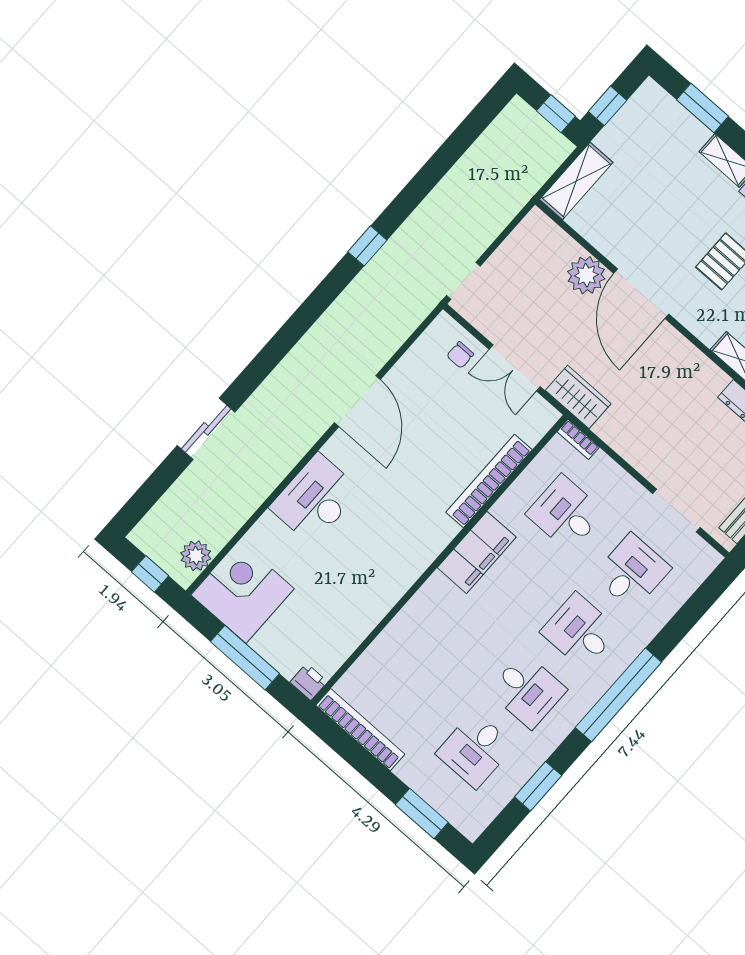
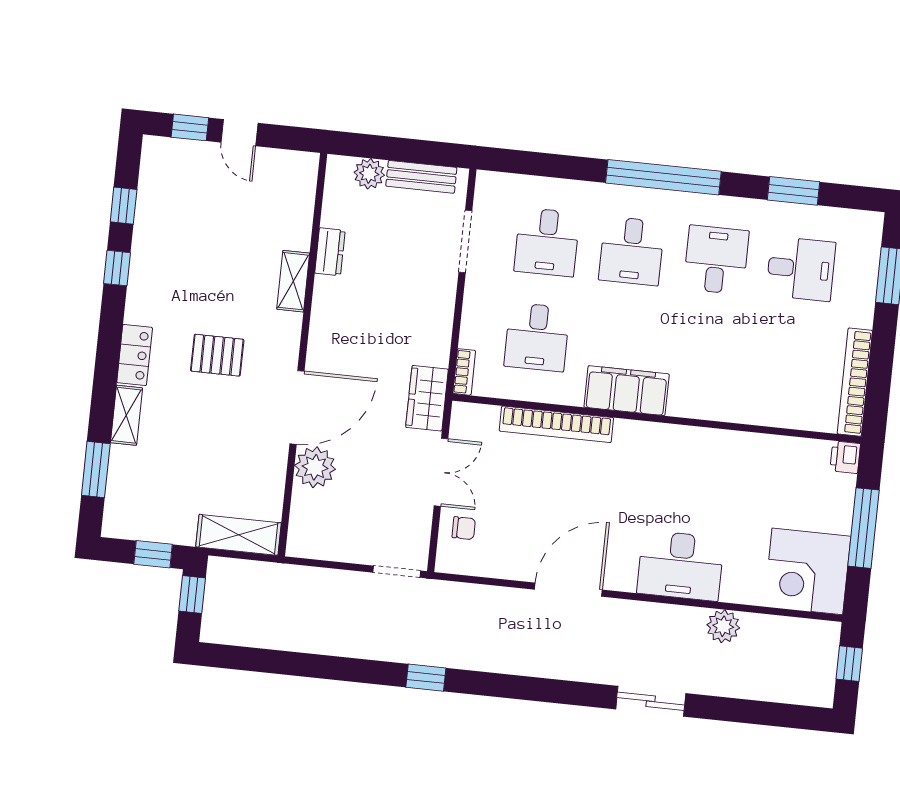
sliding door: (206, 429) -> (651, 701), moved
plant: (196, 556) -> (723, 626), moved
desk: (632, 572) -> (547, 242), turned -90

